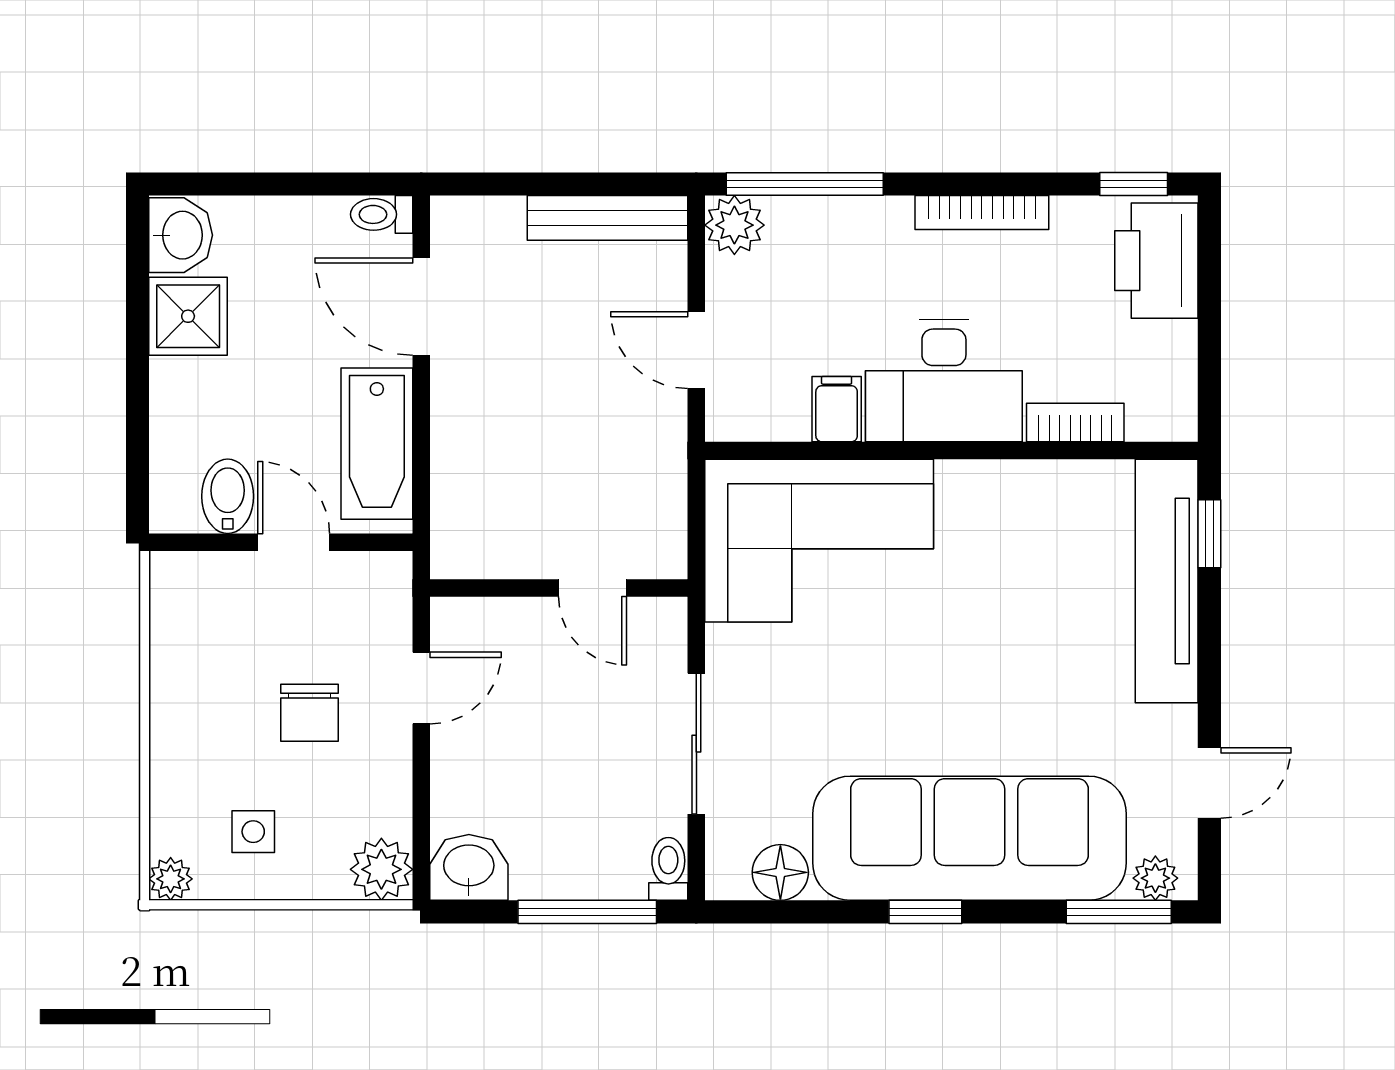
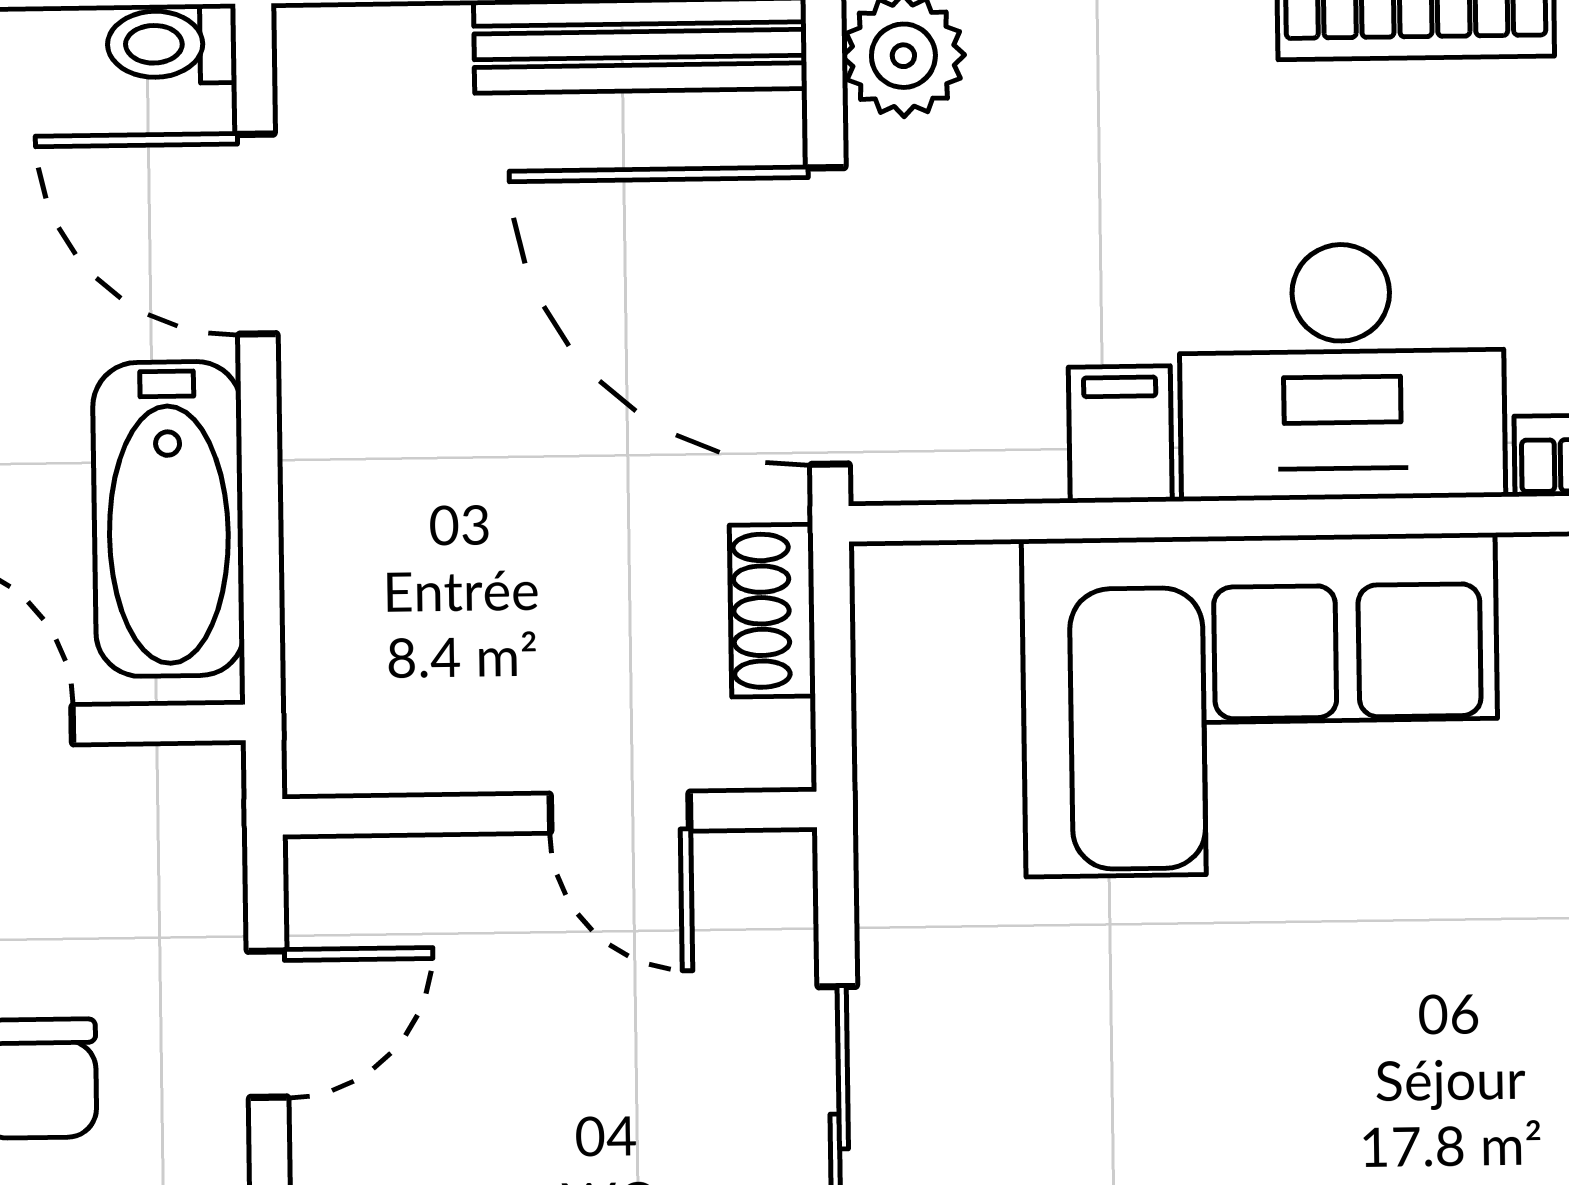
door: (696, 350) -> (828, 316), width x1.88
shoe rack: (668, 492) -> (772, 611), added
corner sofa: (819, 541) -> (1260, 705), moved

